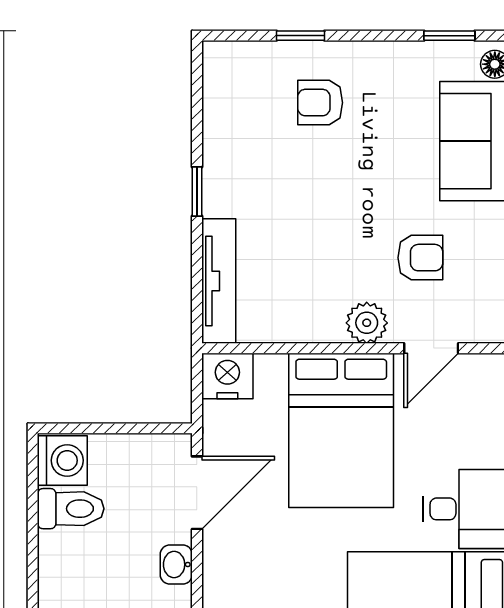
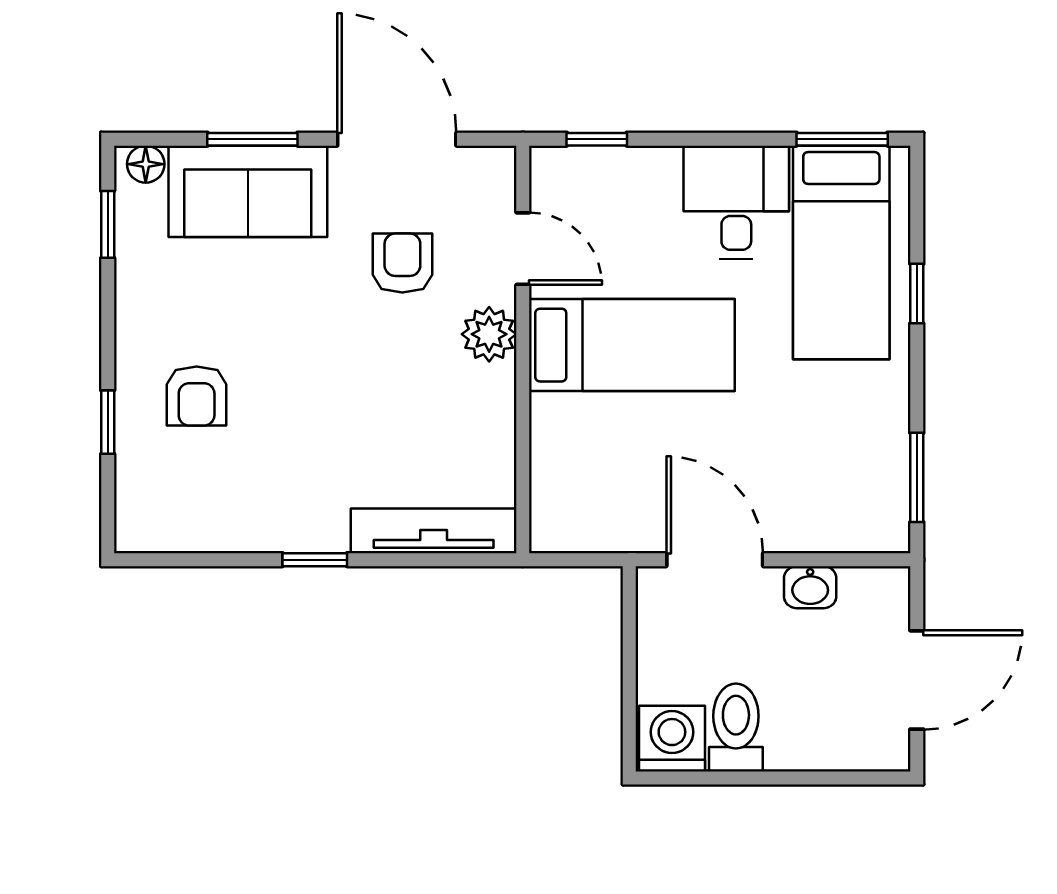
nightstand: (227, 376) -> (560, 519), removed
bed: (341, 430) -> (632, 345), width x0.67

